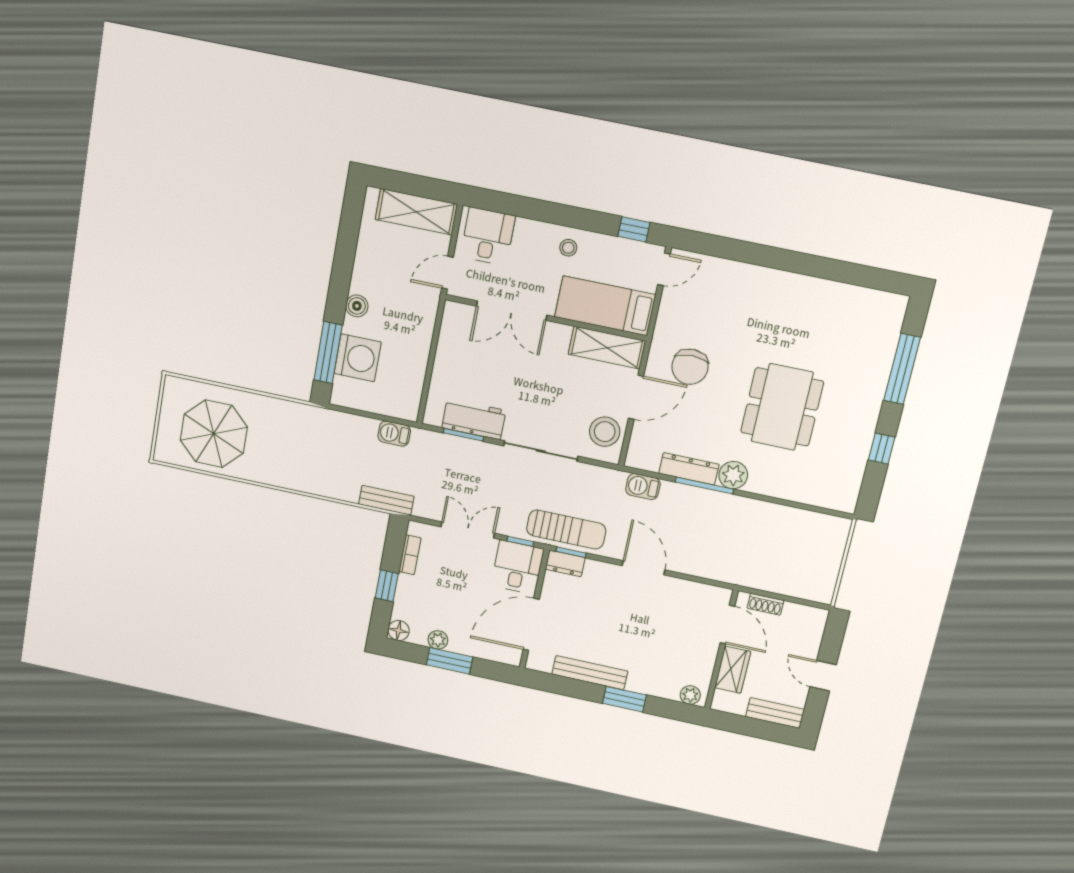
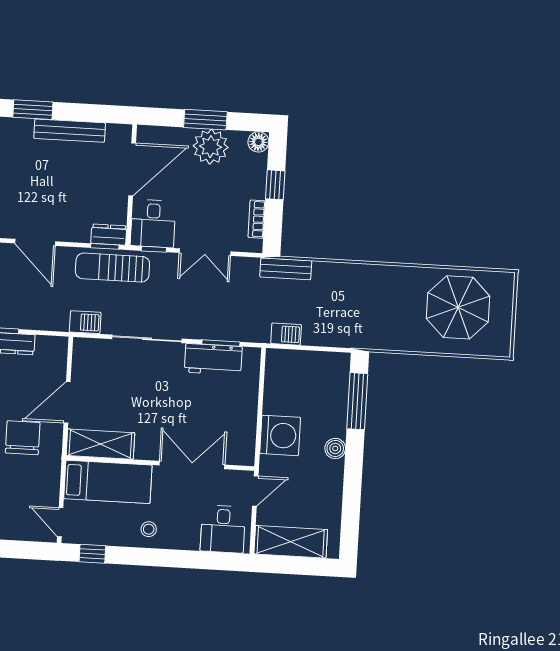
door: (664, 269) -> (60, 522), hinge flipped
washing machine: (358, 358) -> (280, 435), moved, turned 180
stool: (605, 432) -> (91, 366), removed
barbecue: (643, 487) -> (85, 322), moved
plant: (438, 640) -> (211, 147), width x1.88, depth x1.88

